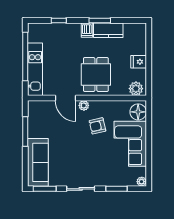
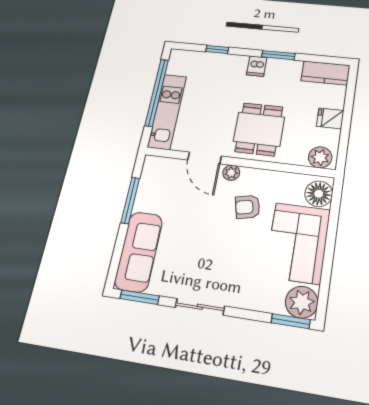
kitchen counter: (108, 30) -> (325, 73), moved
plant: (142, 182) -> (302, 302), width x1.88, depth x1.88
window: (116, 189) -> (291, 321), moved

